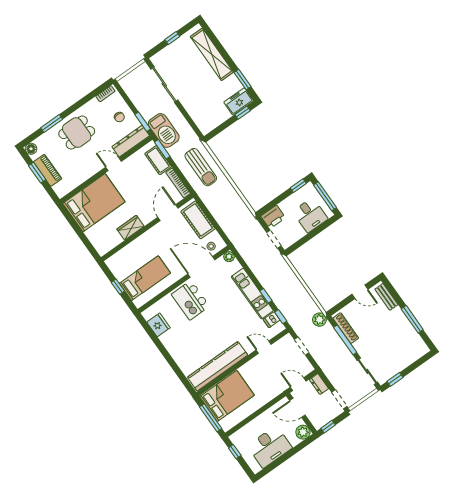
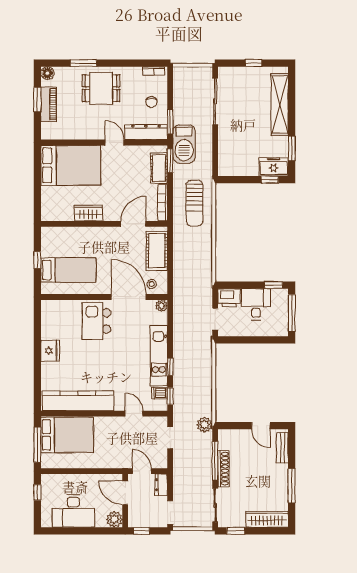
desk: (310, 215) -> (256, 304), moved, turned 180
fridge: (158, 325) -> (50, 351), moved
shoe rack: (346, 328) -> (224, 469), moved
wardrobe: (411, 355) -> (267, 519), added

